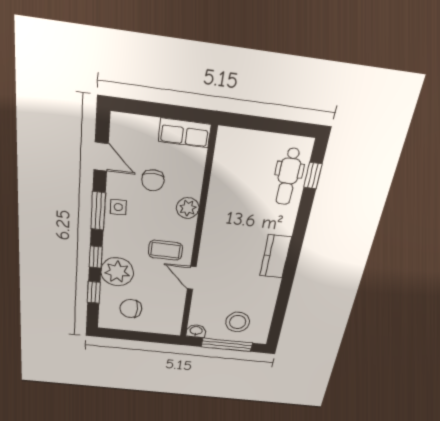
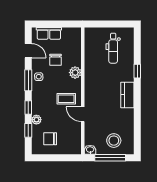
row of seats: (185, 133) -> (49, 33), moved
window: (313, 176) -> (137, 71), moved
dental chair: (288, 177) -> (113, 48), moved
plant: (117, 272) -> (36, 120), width x0.53, depth x0.53

